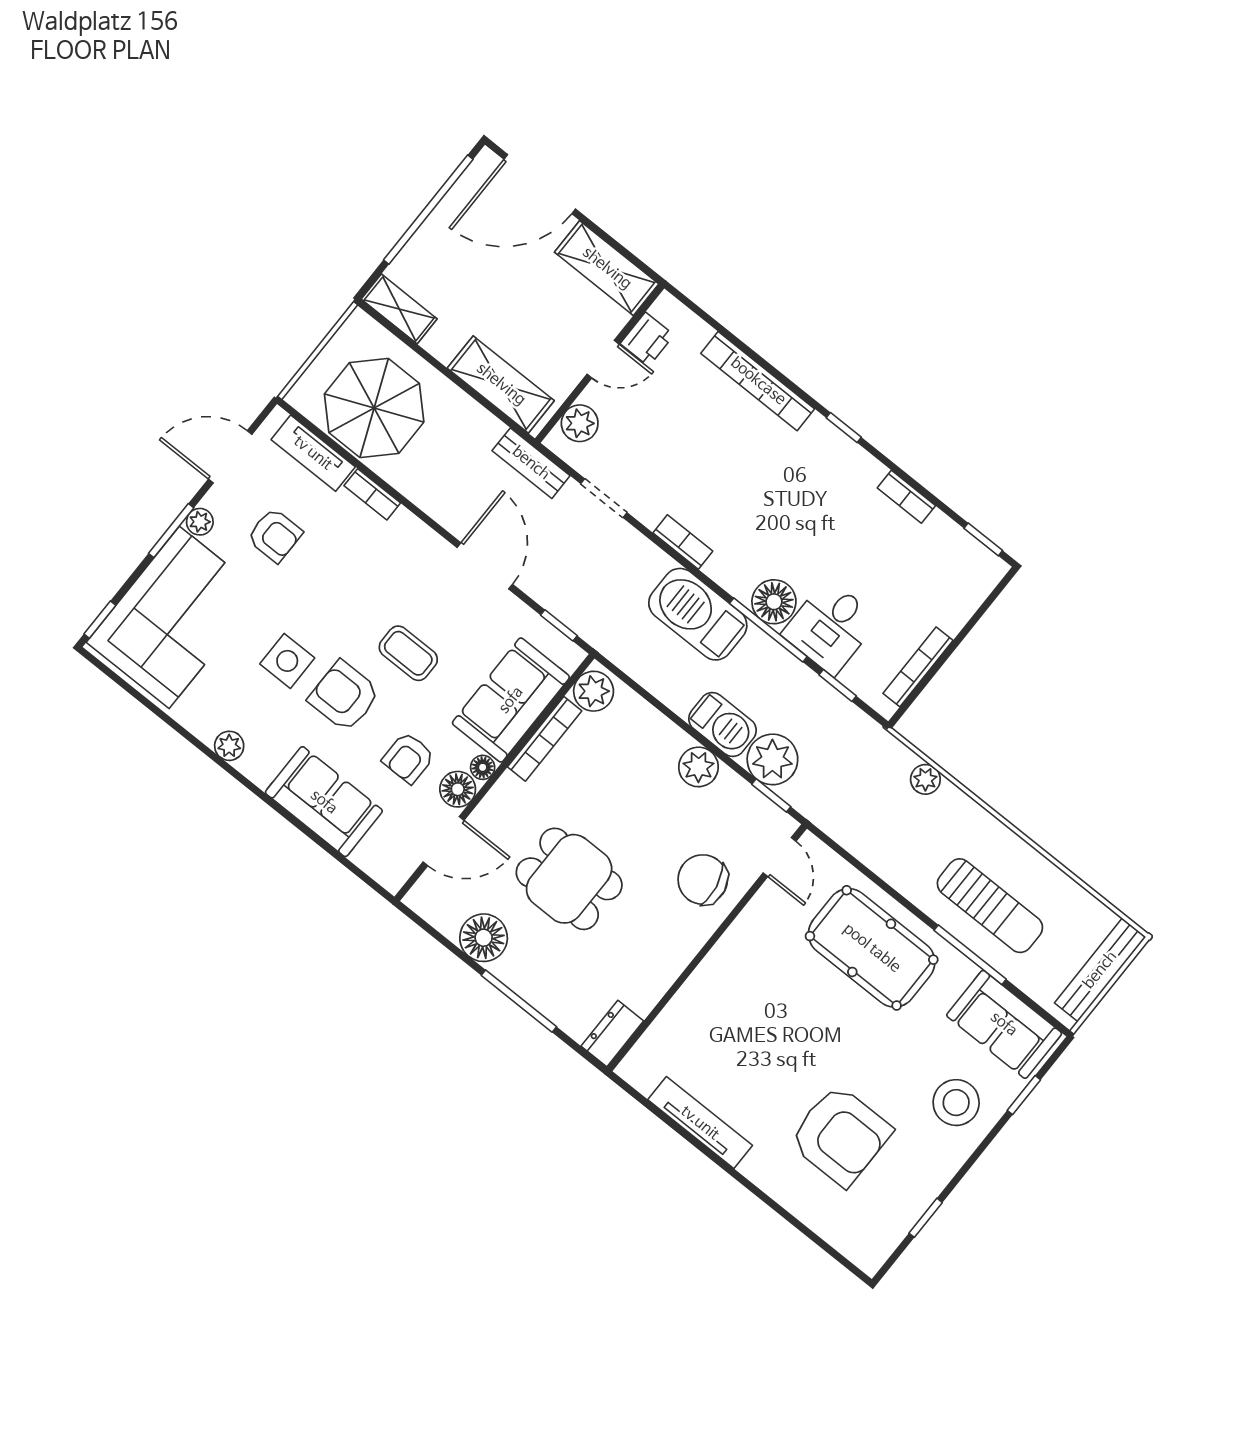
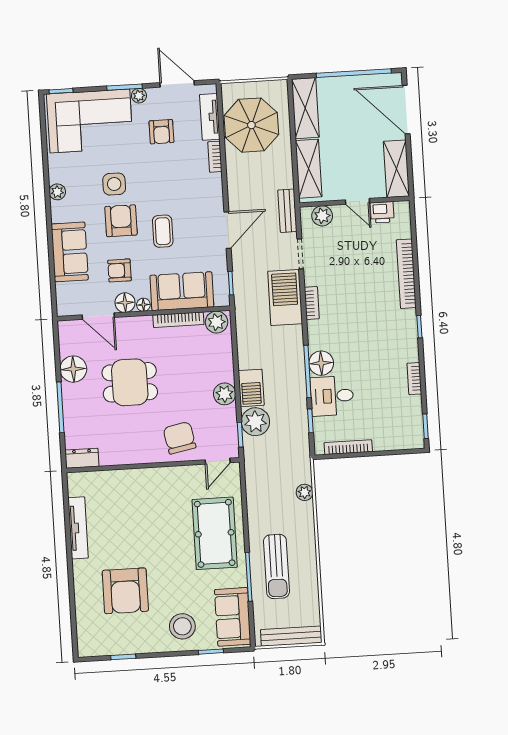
shelving: (399, 309) -> (305, 108), width x1.50, depth x1.33
barbecue: (698, 614) -> (285, 298), moved
dining table: (569, 879) -> (130, 382), turned 90

